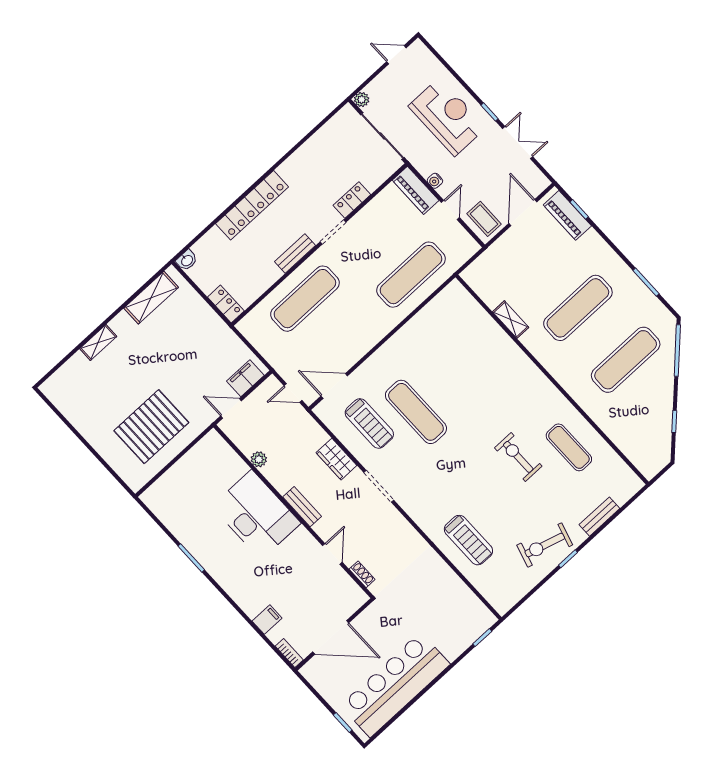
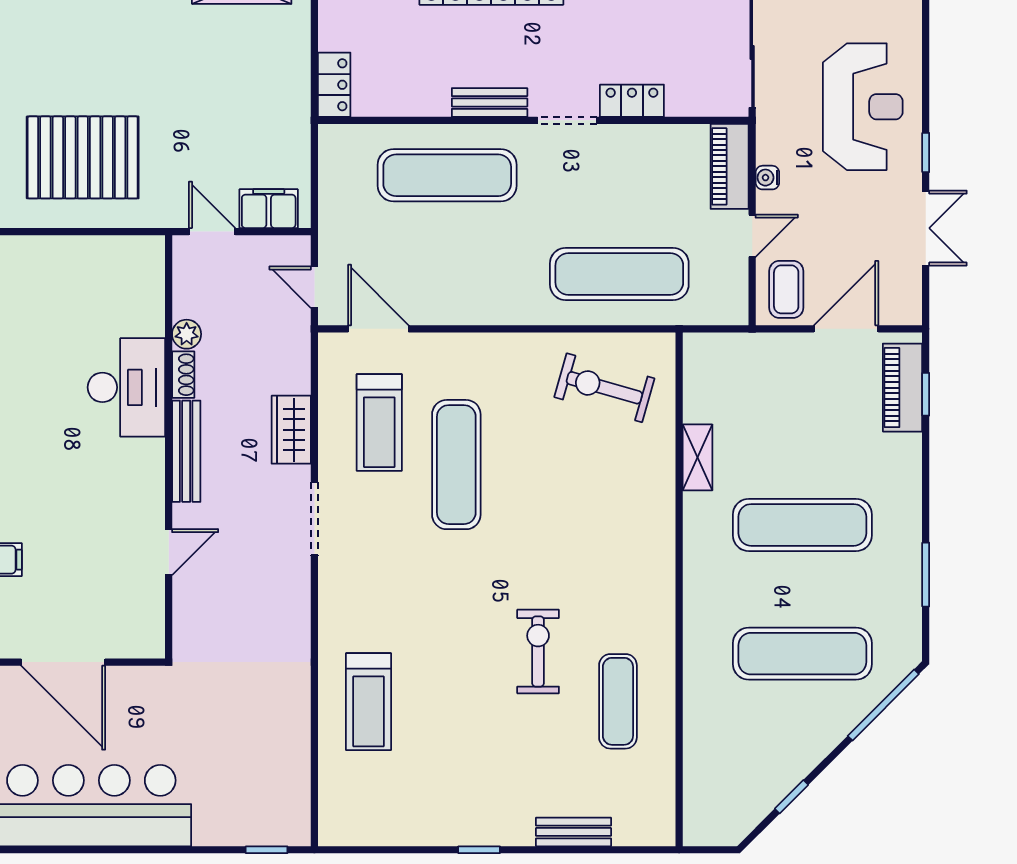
bench: (302, 507) -> (186, 451), width x1.36
desk: (256, 515) -> (126, 387), width x0.73, depth x0.77
exercise bike: (545, 545) -> (604, 388), moved
shoe rack: (362, 574) -> (183, 375), moved

